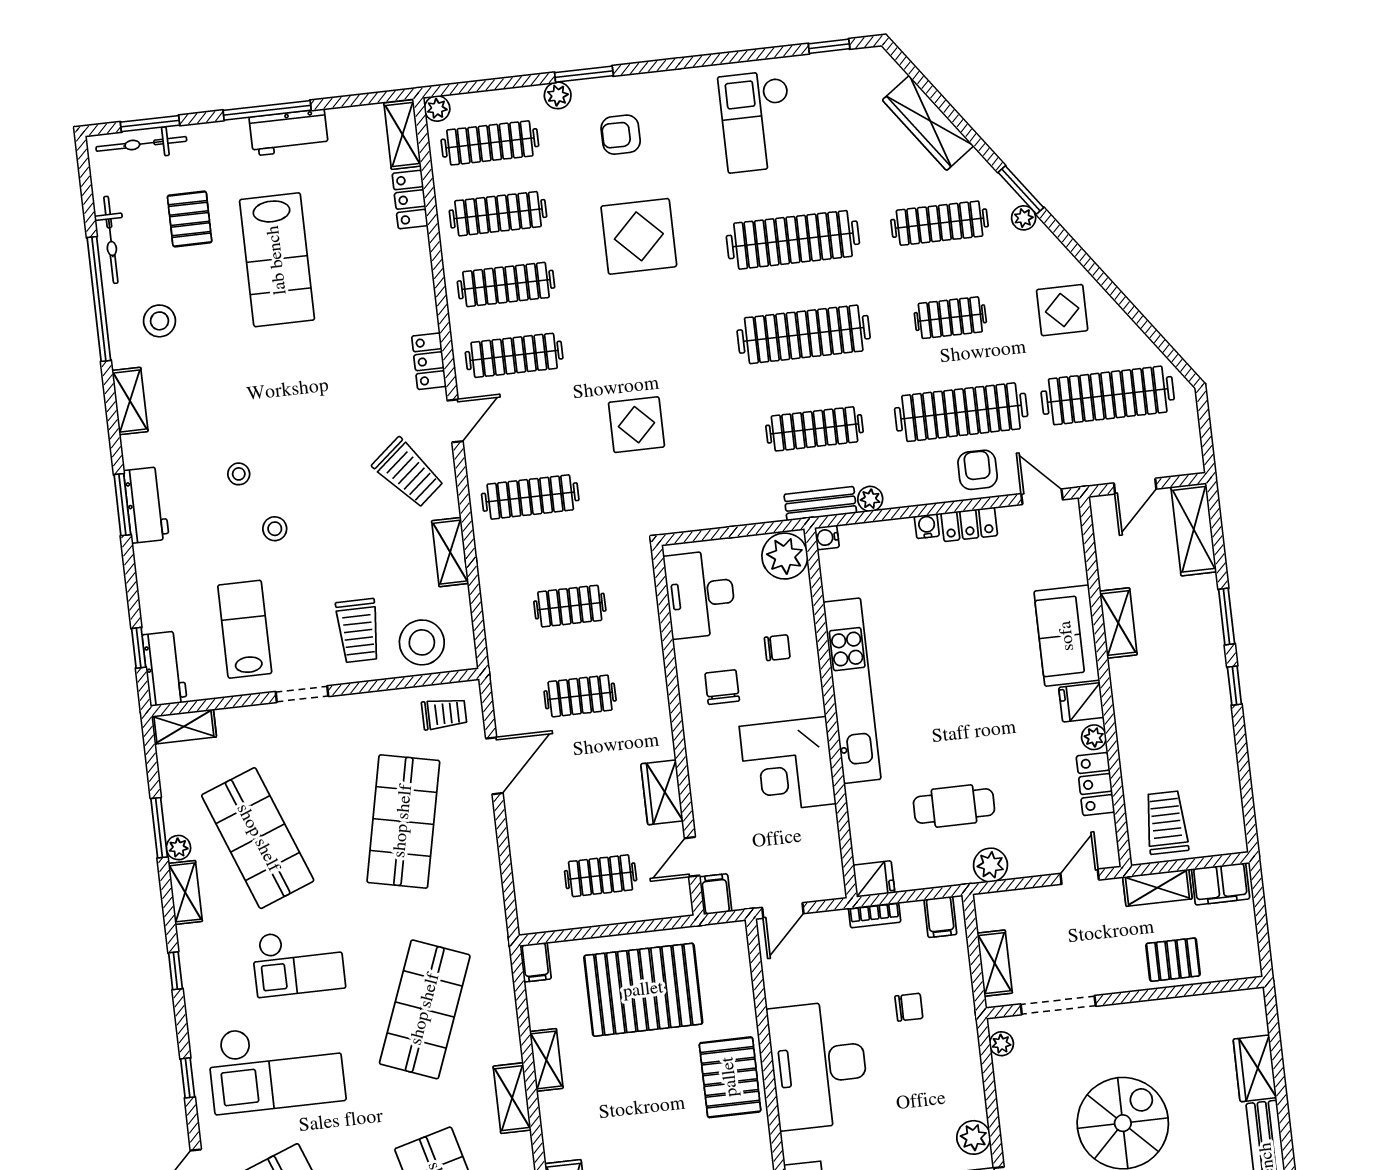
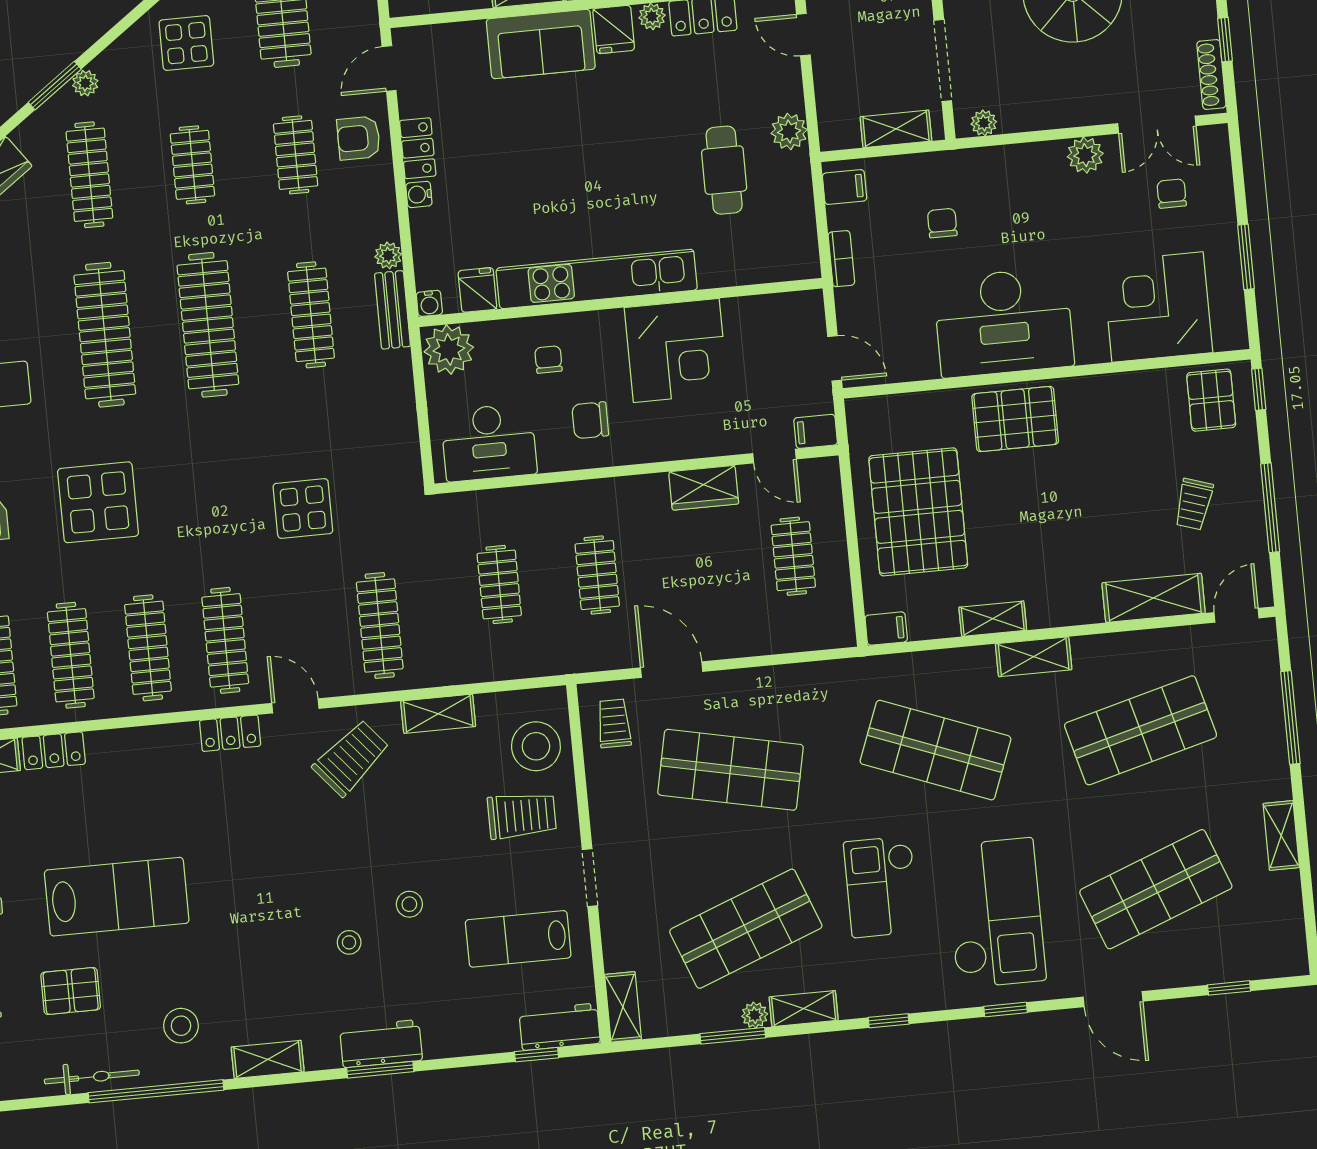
clothes rail: (961, 412) -> (296, 155), width x0.54, depth x0.76
fridge: (874, 879) -> (477, 290), moved
checkout: (298, 962) -> (881, 887), turned 180

